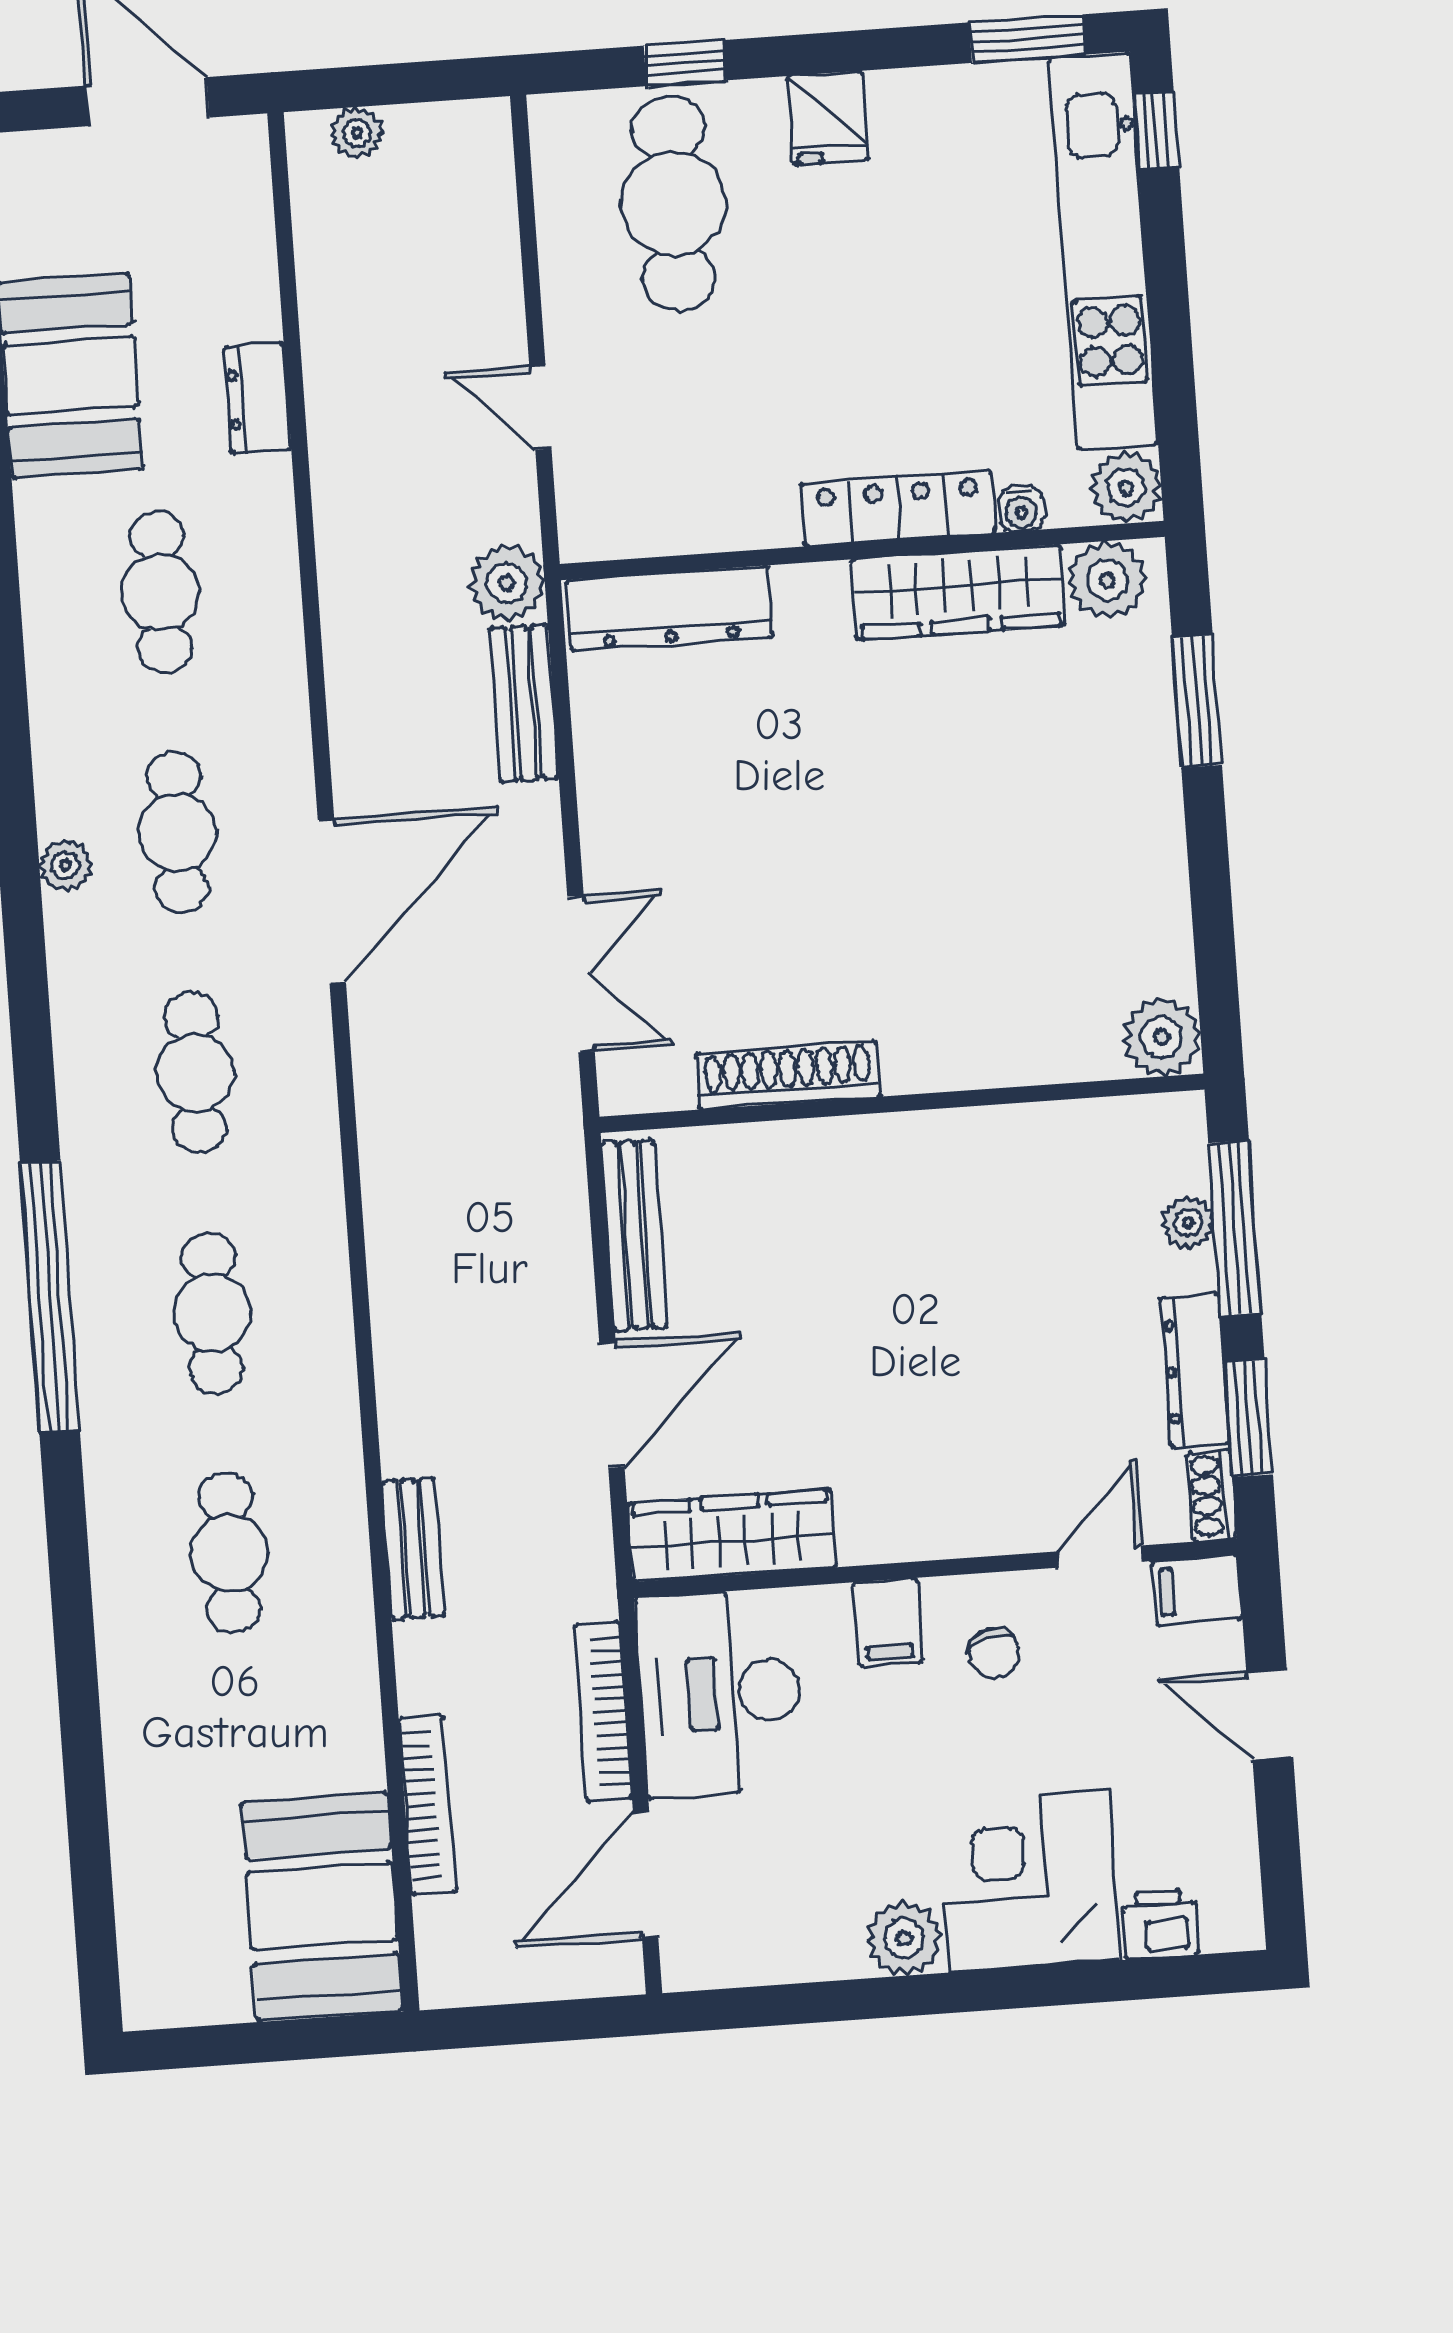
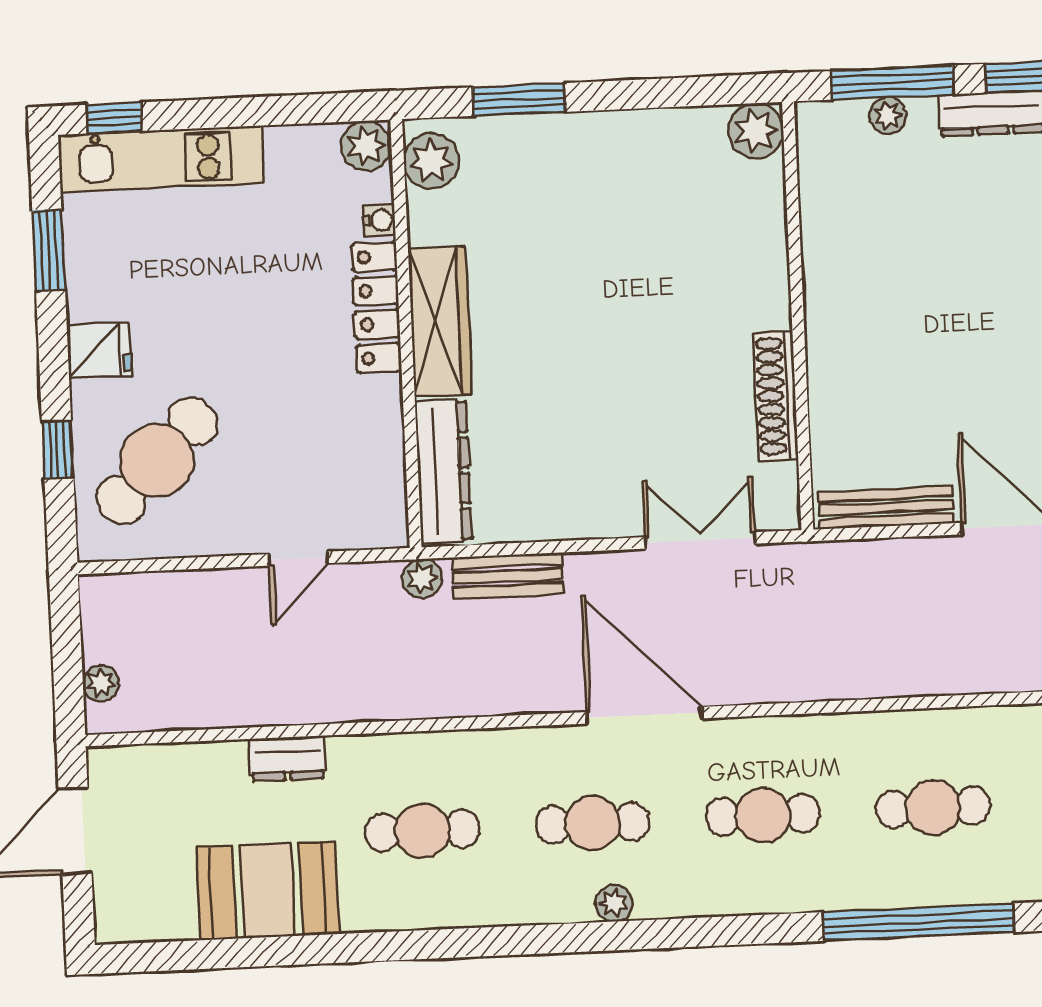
window: (1027, 39) -> (49, 250), moved
cafe table: (674, 203) -> (157, 461), turned -45
kitchen unit: (1104, 251) -> (161, 159), width x0.73
plant: (507, 583) -> (422, 578), width x0.73, depth x0.73
wardrobe: (958, 592) -> (440, 322), moved

